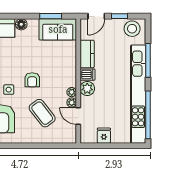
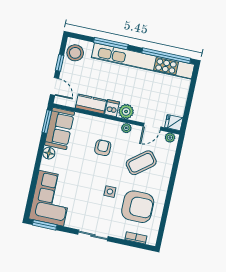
window: (51, 16) -> (47, 122), moved
floor lamp: (21, 24) -> (49, 153), moved
armchair: (32, 80) -> (103, 148), moved, turned -90
plant: (72, 103) -> (170, 138), moved
fridge: (104, 136) -> (174, 123), moved

